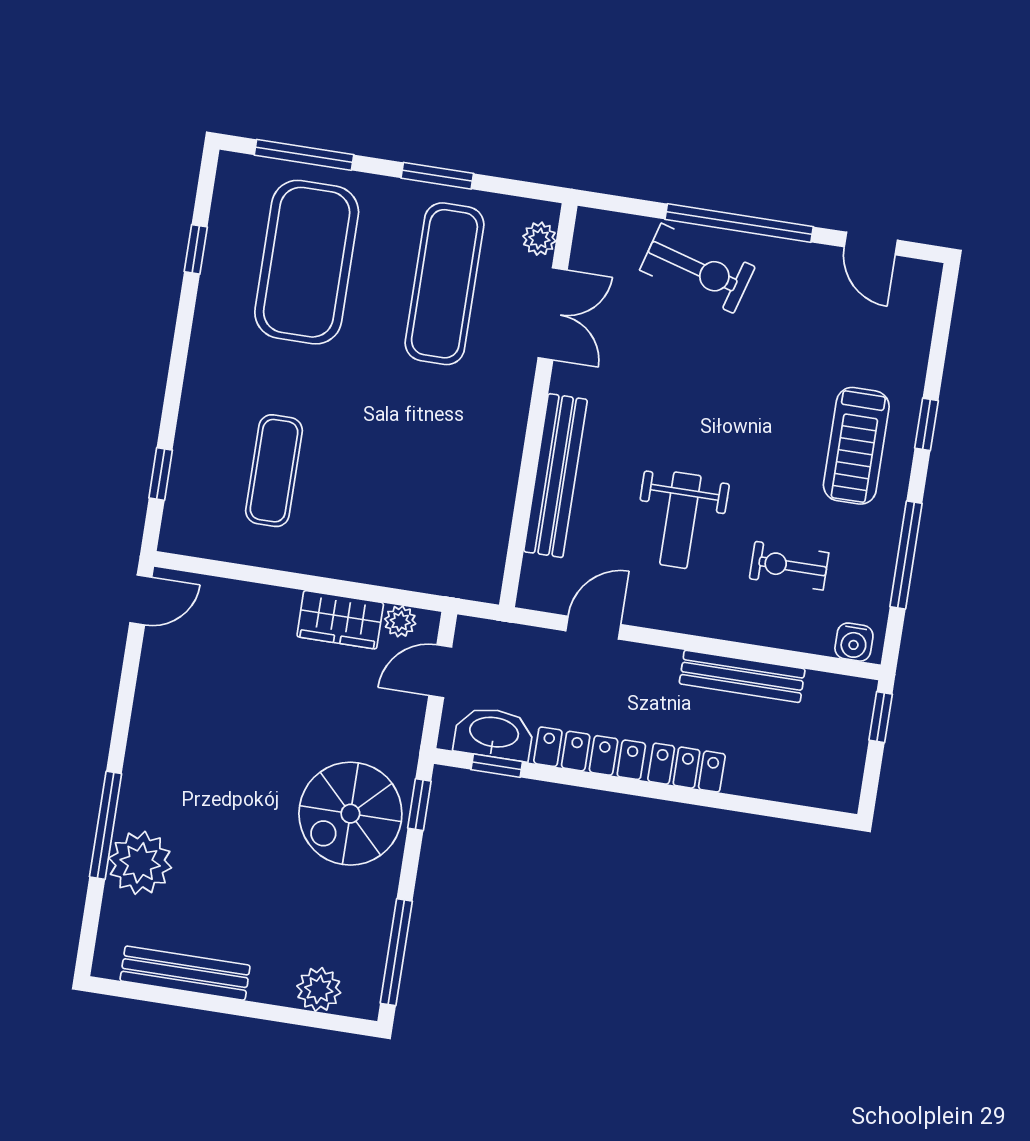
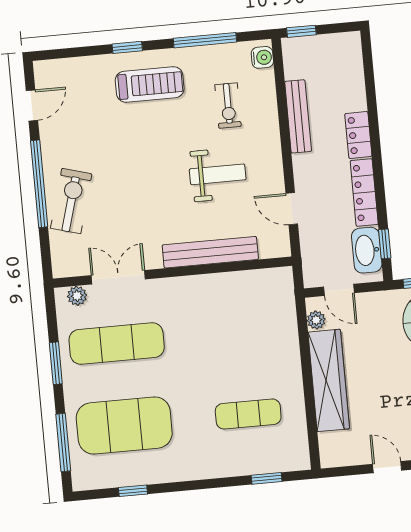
door: (141, 600) -> (387, 467), moved
wardrobe: (340, 620) -> (329, 380), width x2.10, depth x1.17

